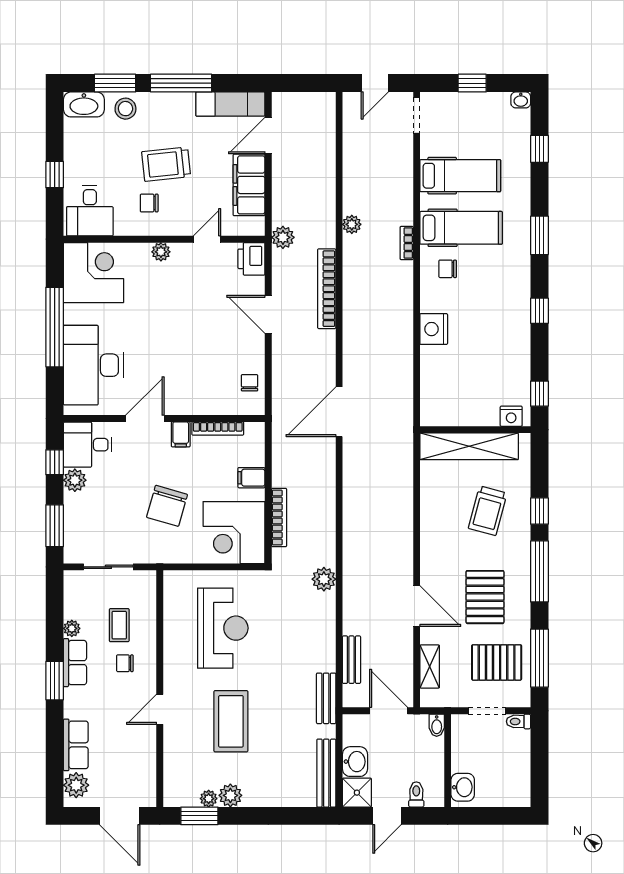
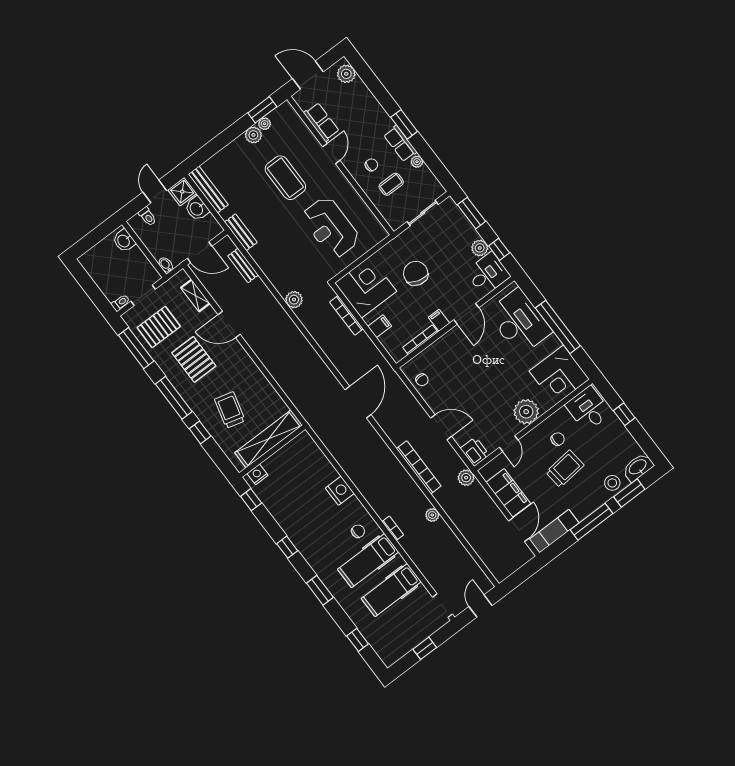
washbasin: (521, 100) -> (390, 660), removed
plant: (161, 252) -> (526, 412), width x1.87, depth x1.87
coffee table: (119, 625) -> (391, 184), turned 90
row of seats: (76, 745) -> (321, 122), moved, turned 180

